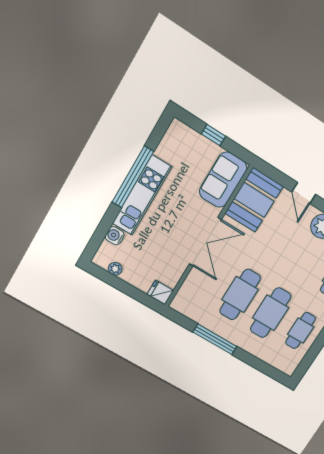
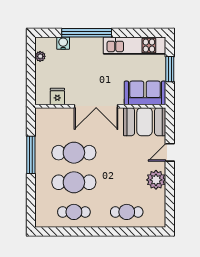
window: (213, 135) -> (170, 69), width x1.50
window: (133, 177) -> (87, 33), moved
kitchen unit: (142, 195) -> (135, 46), moved
fridge: (160, 292) -> (57, 96), moved

